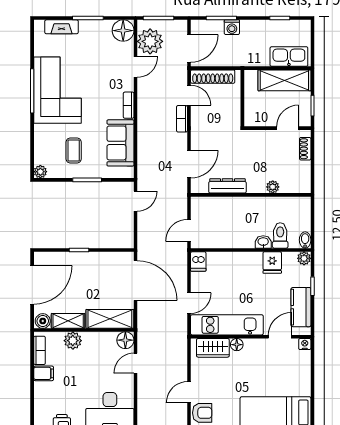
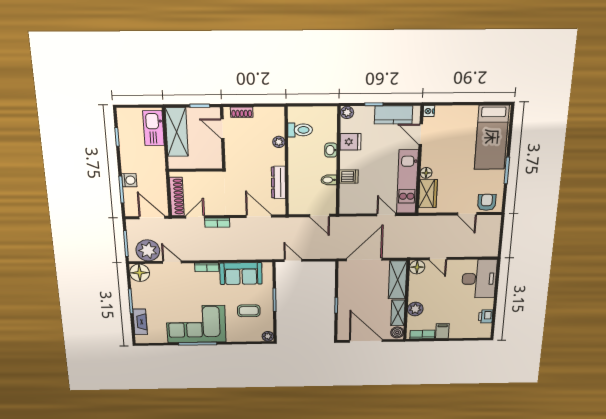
toilet: (280, 235) -> (300, 130), moved, turned 180
bidet: (305, 240) -> (329, 180), moved
dishwasher: (198, 261) -> (349, 177), moved

